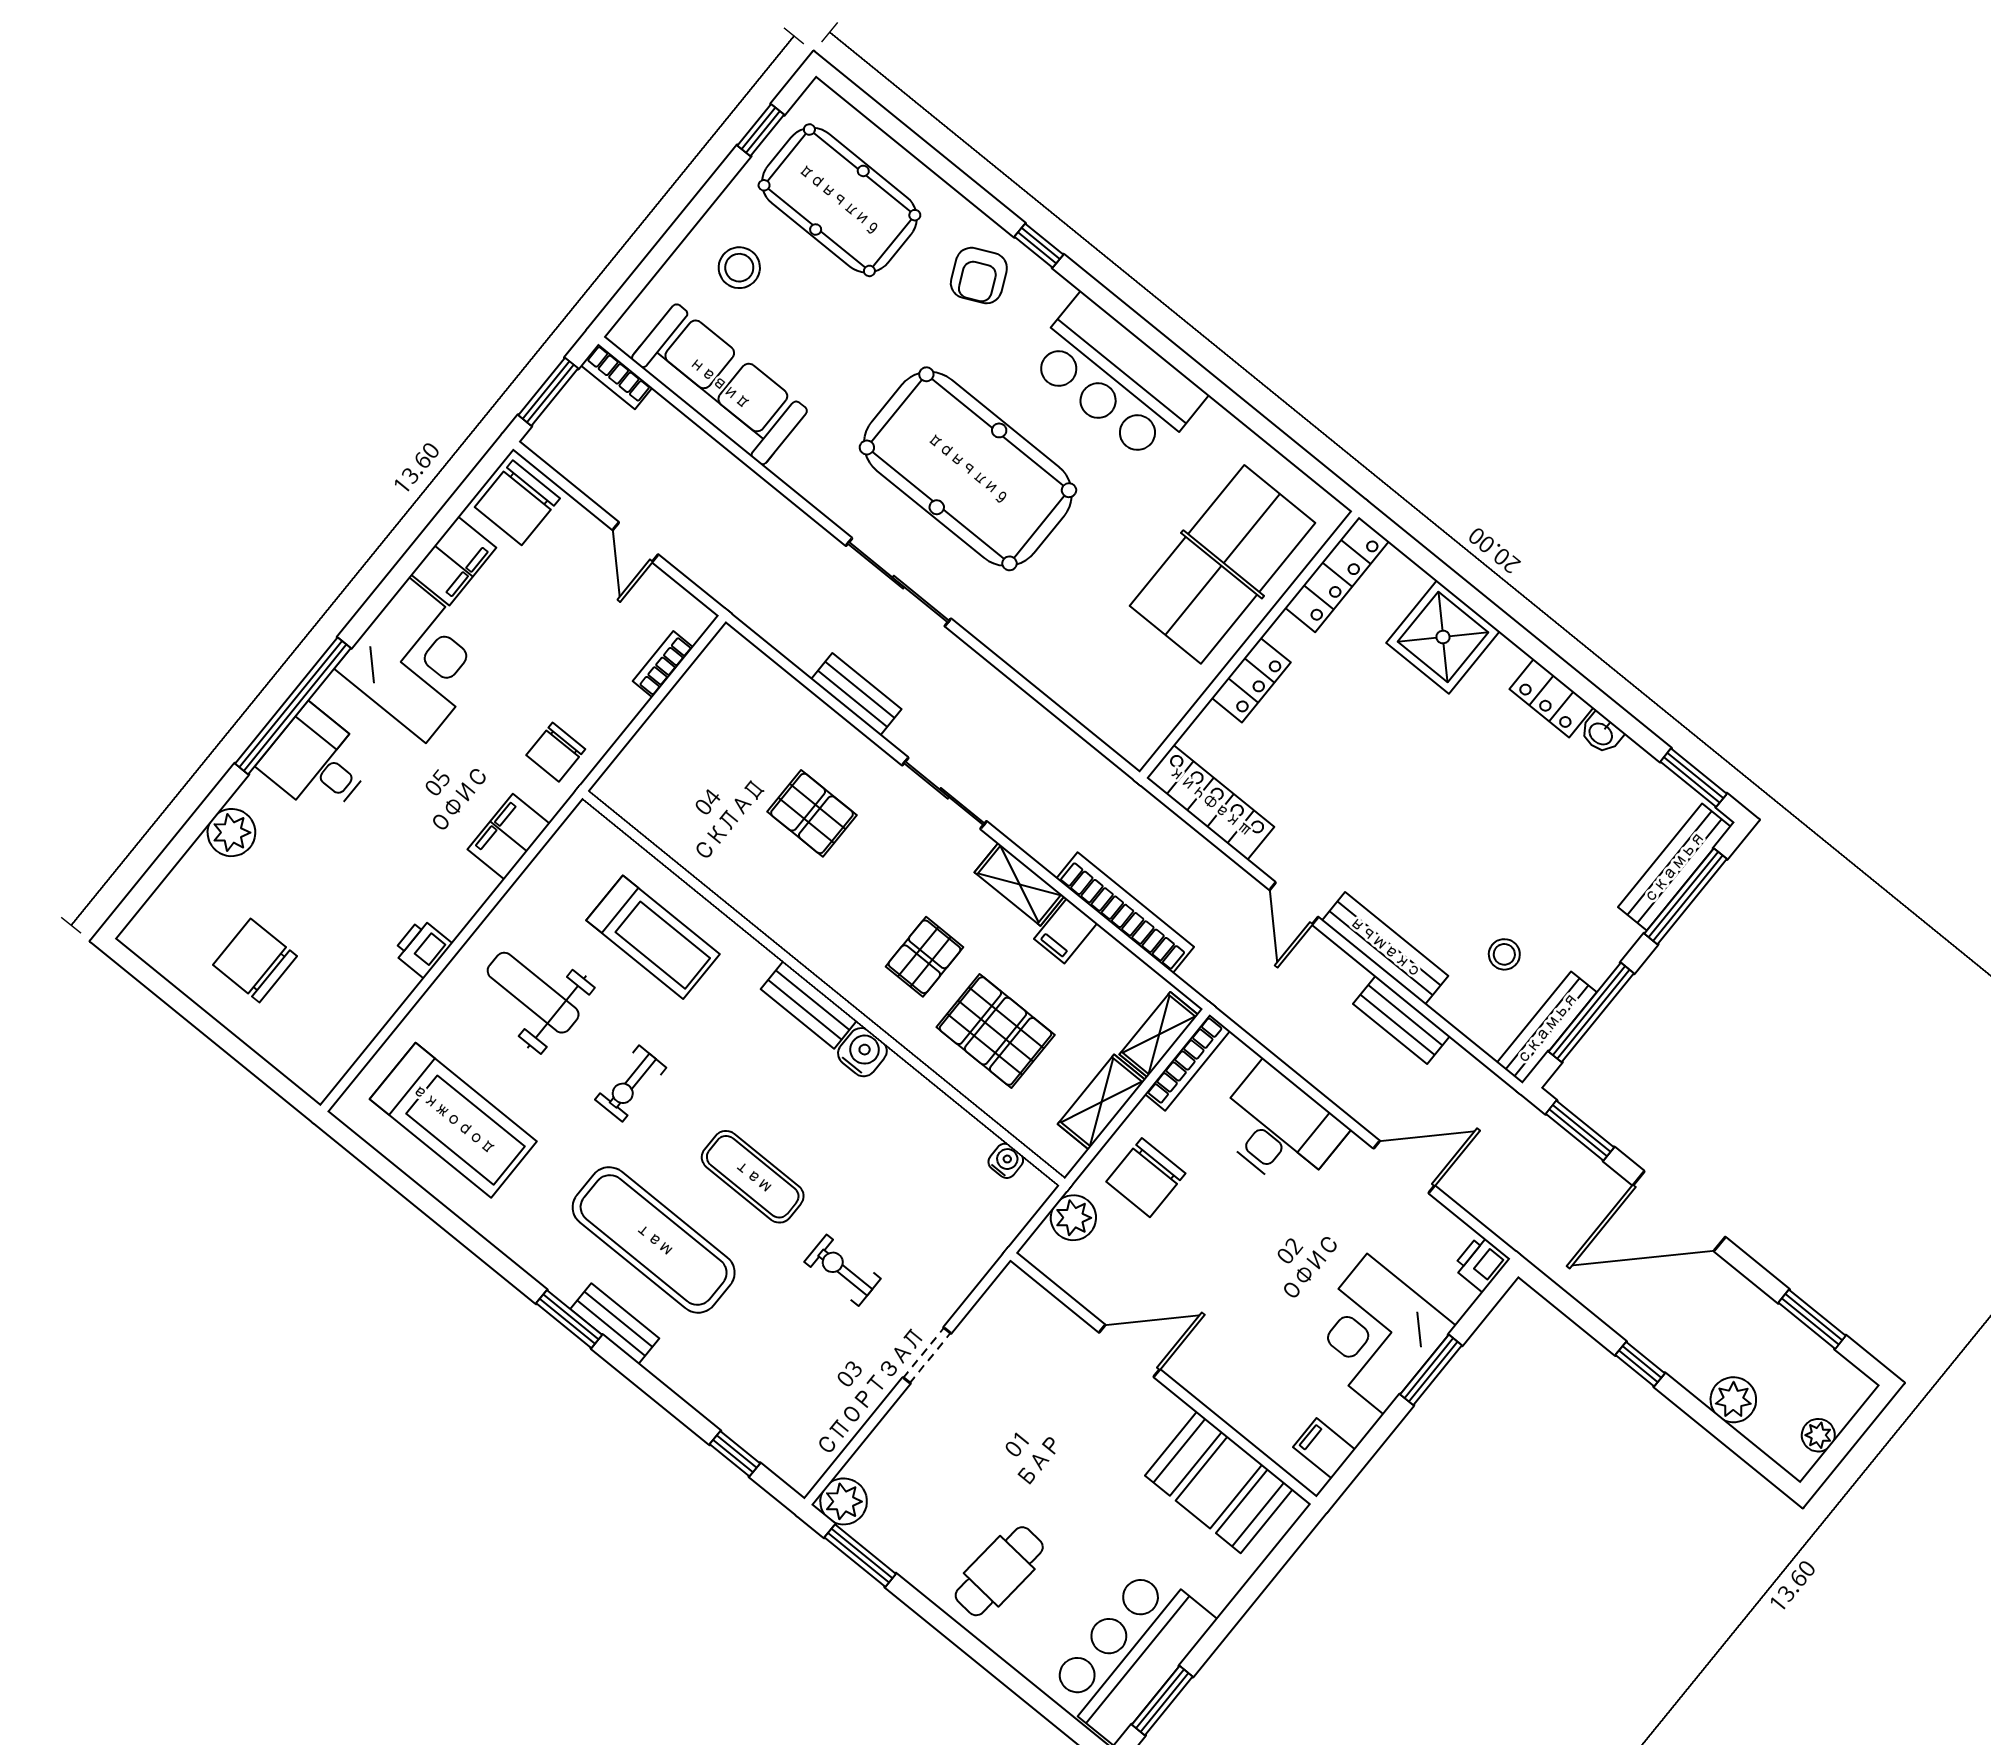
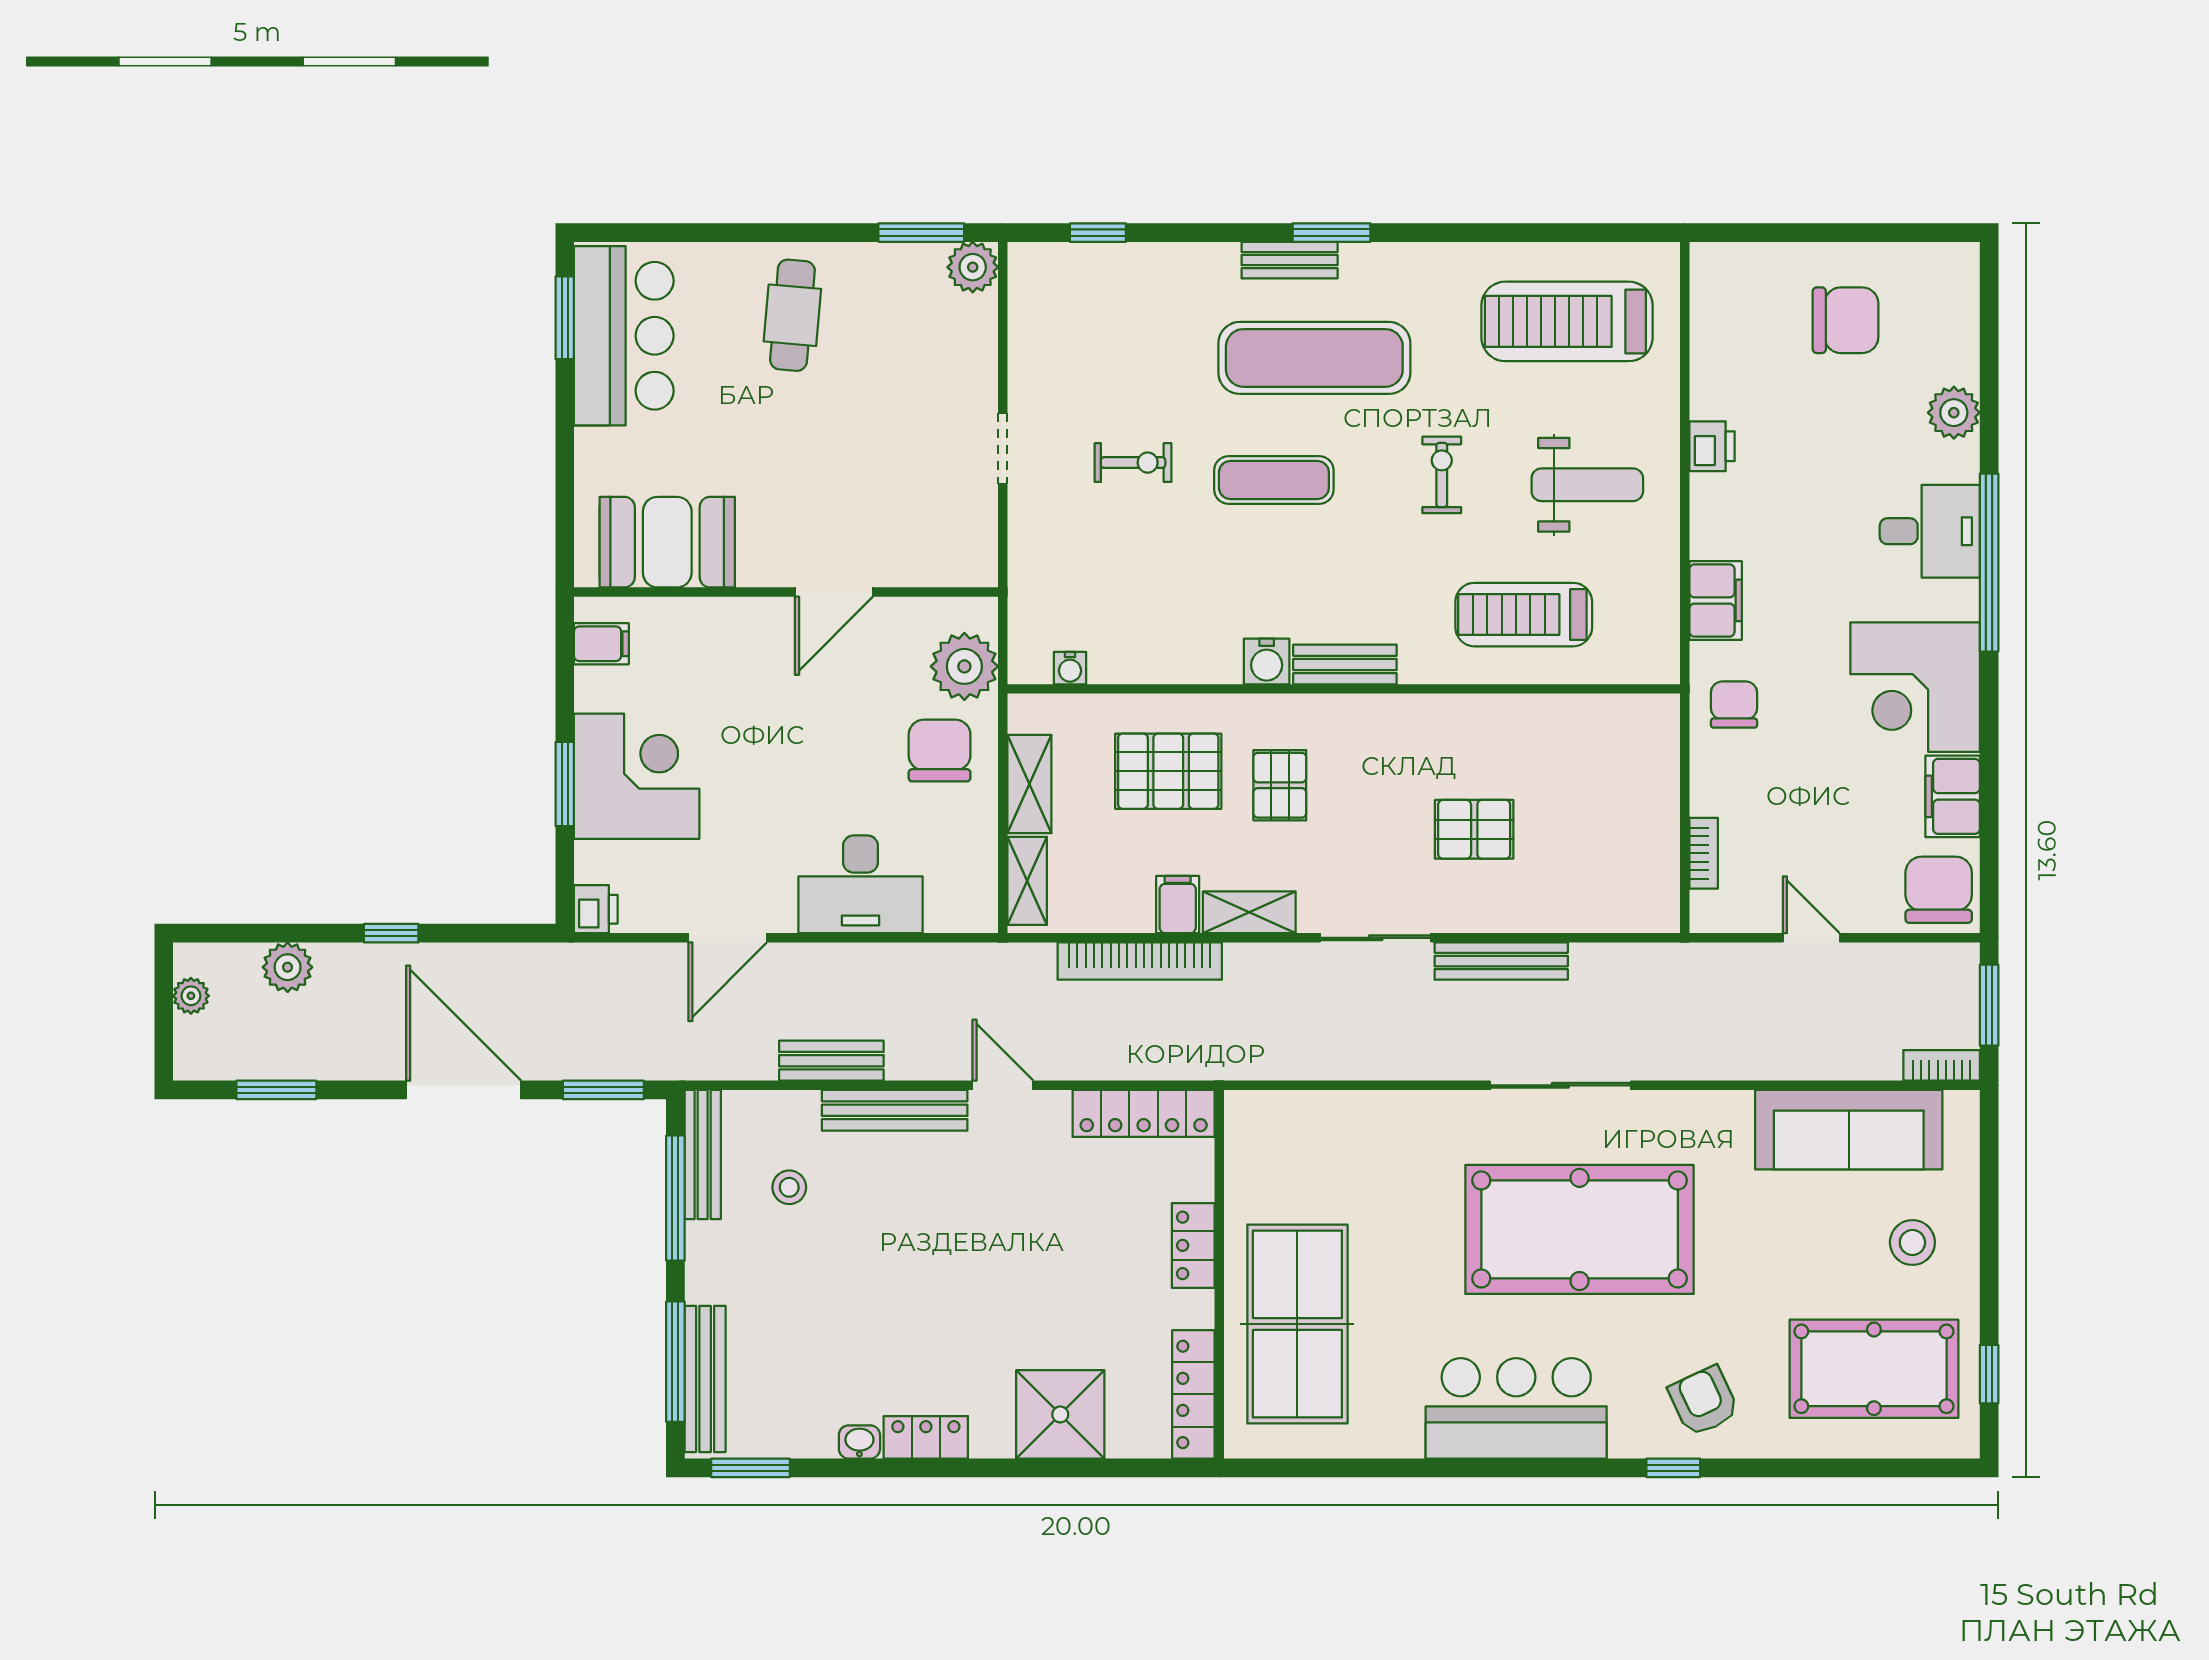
bench: (856, 694) -> (1501, 961), width x1.36
bookcase: (1187, 1063) -> (984, 877), removed
door: (1679, 1211) -> (464, 1090), hinge flipped
plant: (1073, 1218) -> (964, 666), width x1.36, depth x1.36

